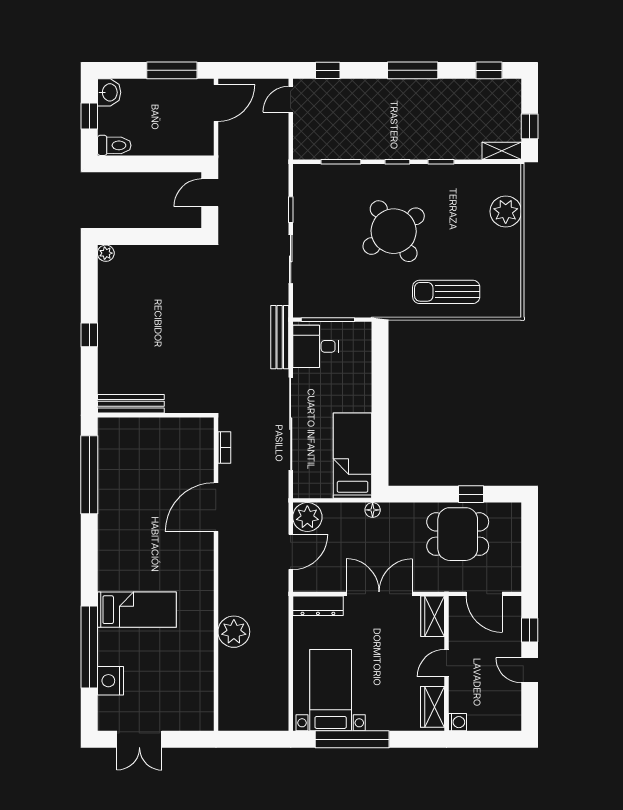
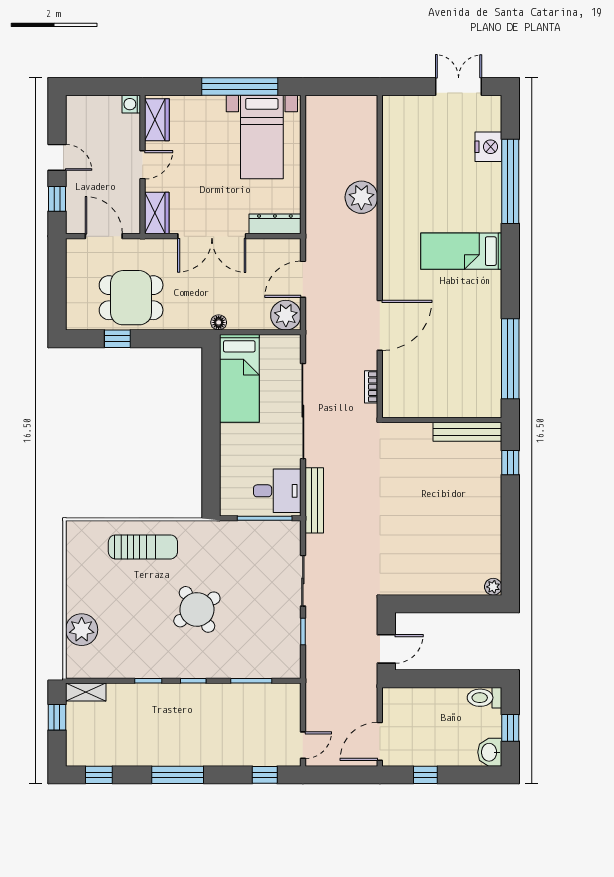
window: (172, 70) -> (425, 775), width x0.46
round table: (394, 231) -> (197, 609), width x0.73, depth x0.73
window: (89, 335) -> (510, 463), moved
bed: (137, 610) -> (461, 251), moved

